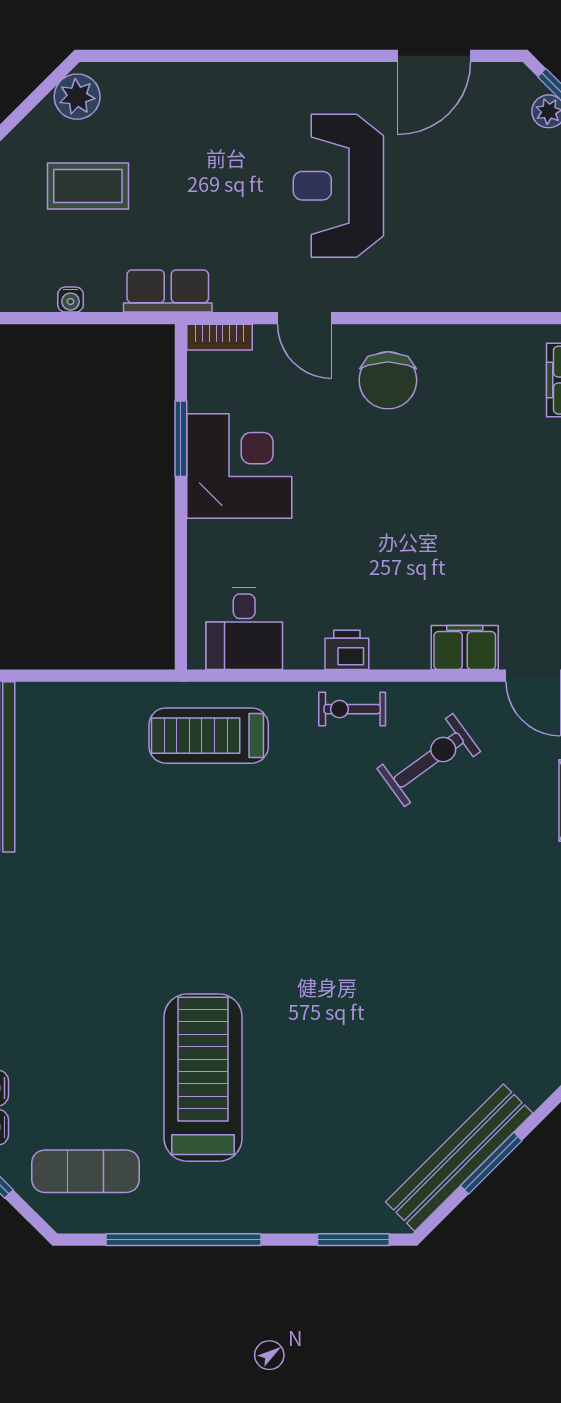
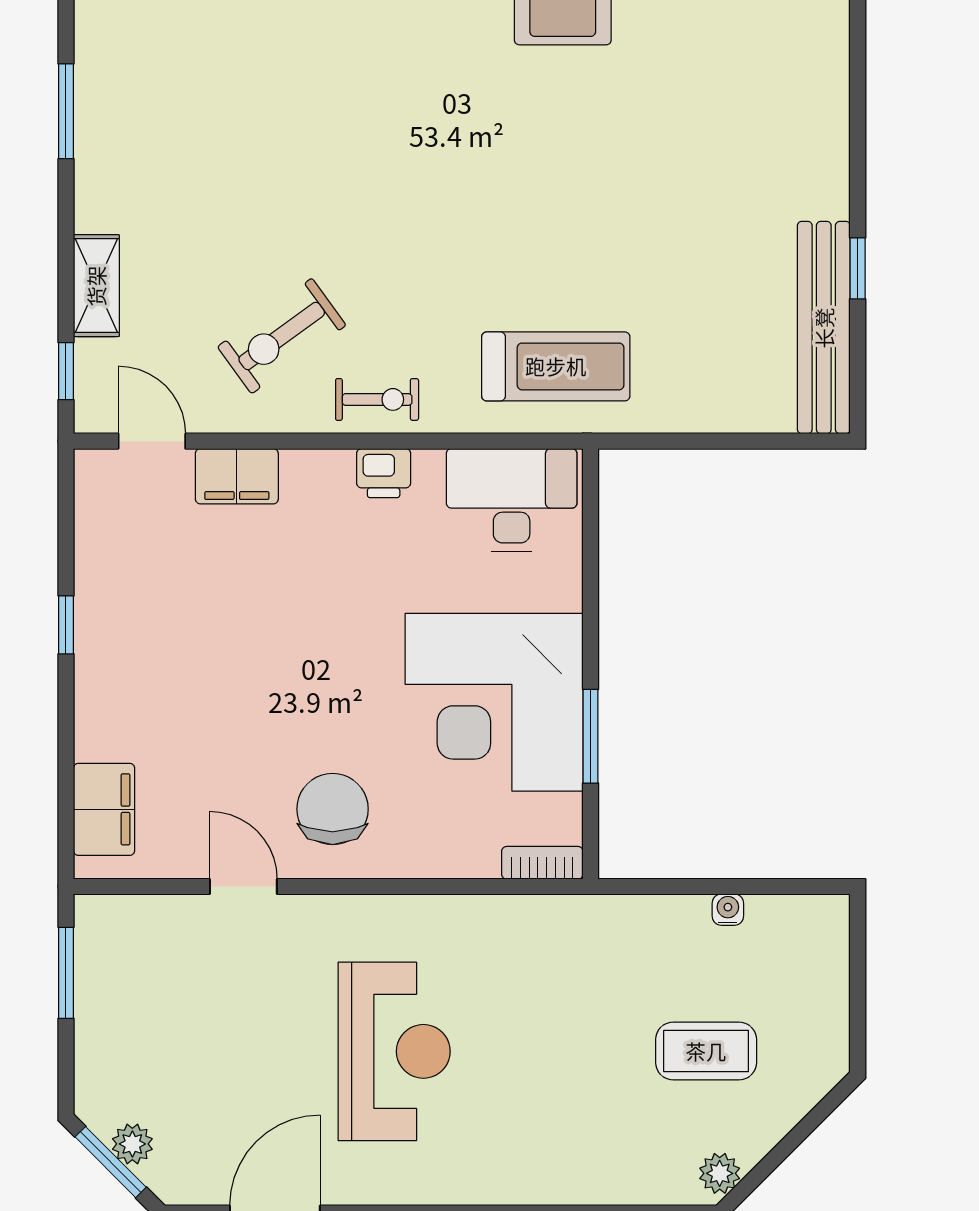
plant: (77, 97) -> (720, 1173), width x0.73, depth x0.73
row of seats: (168, 291) -> (607, 920), removed
door: (304, 318) -> (243, 886), moved
corner desk: (239, 466) -> (494, 702), width x1.36, depth x1.36
desk: (244, 628) -> (512, 500), width x1.37

